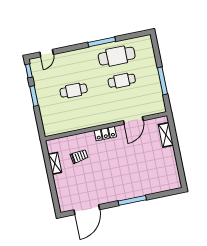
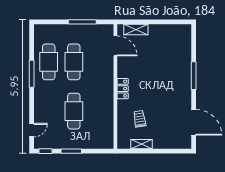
door: (47, 53) -> (32, 130), hinge flipped
cafe table: (122, 81) -> (74, 62), width x1.37, depth x1.35
cafe table: (74, 91) -> (74, 111), width x1.37, depth x1.35
door: (133, 121) -> (115, 46), moved

